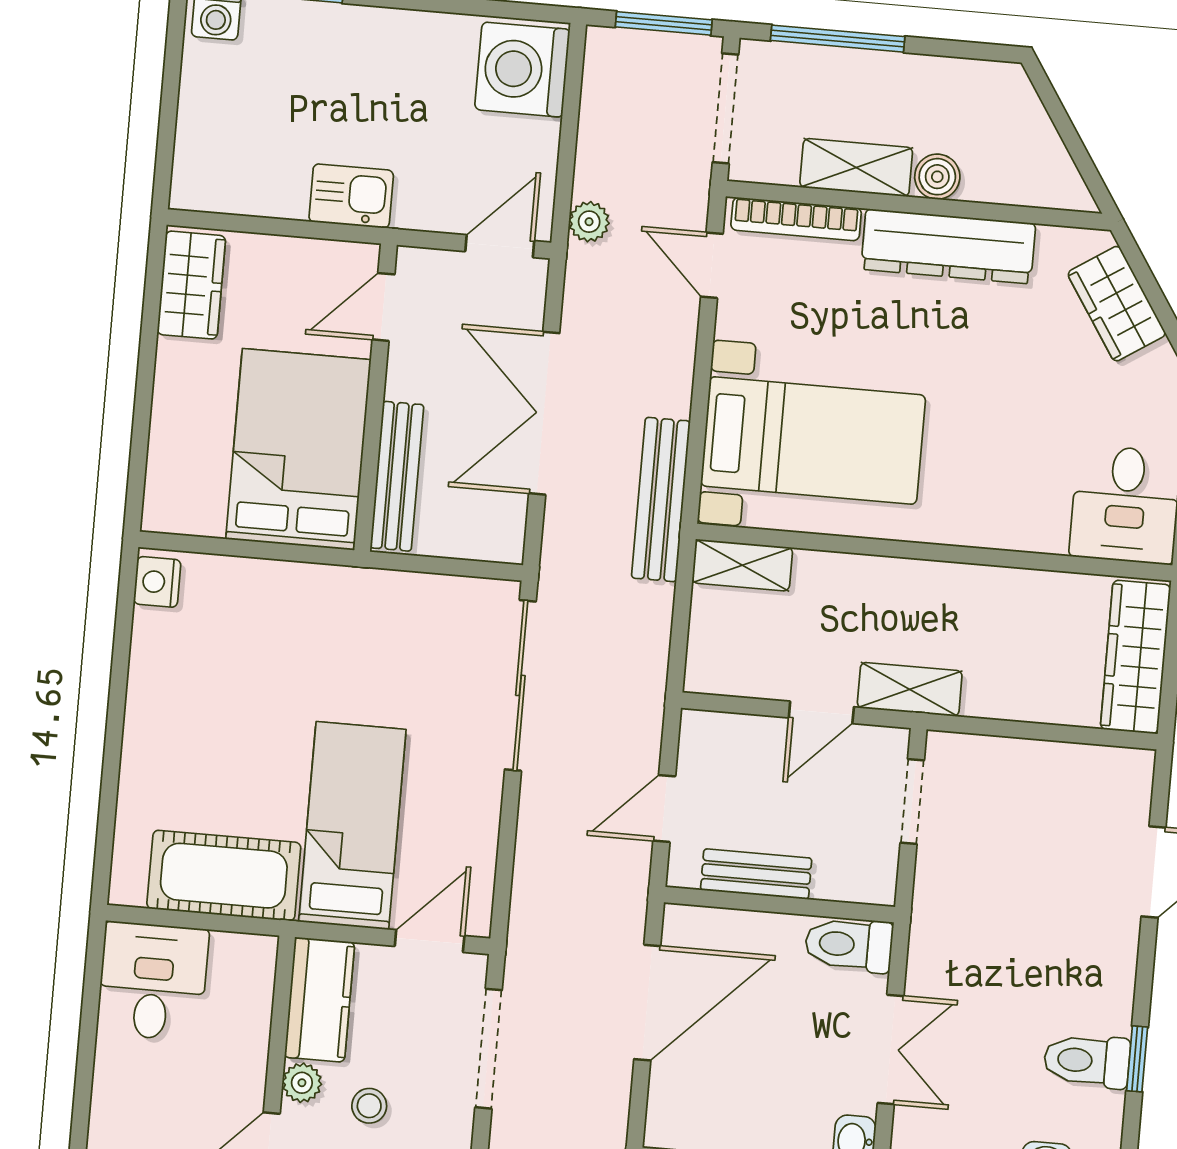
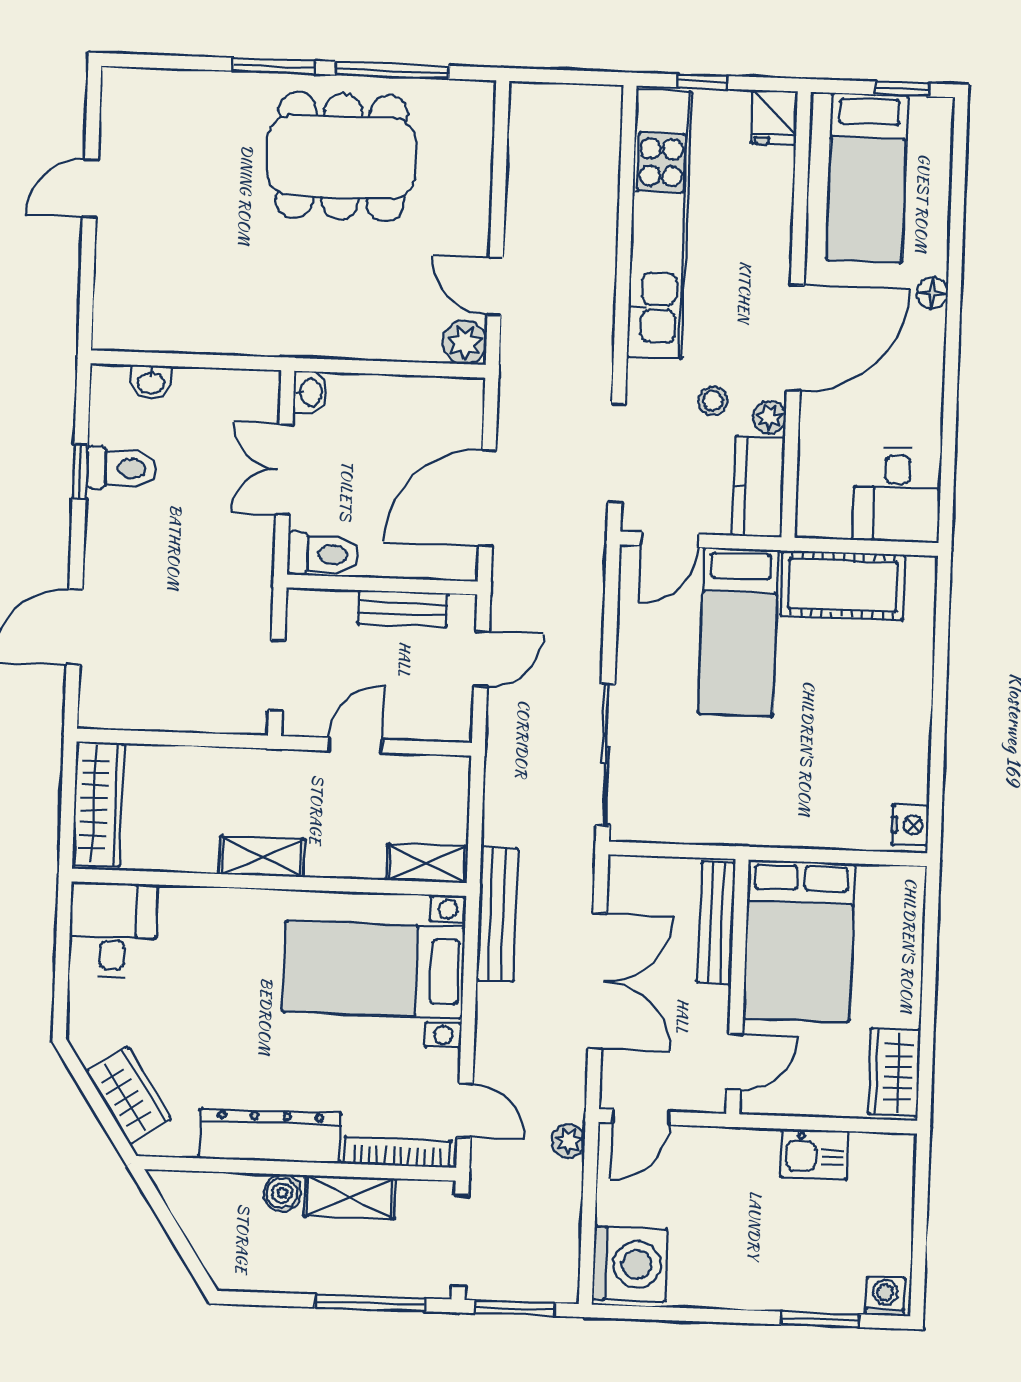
kitchen sink: (351, 196) -> (814, 1154), moved
shelving: (910, 689) -> (262, 857), moved

